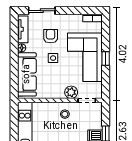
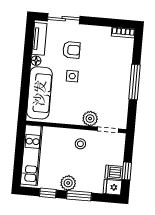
armchair: (51, 36) -> (71, 50), turned 90
corner sofa: (85, 57) -> (110, 78), removed
window: (106, 58) -> (135, 82), width x2.17

